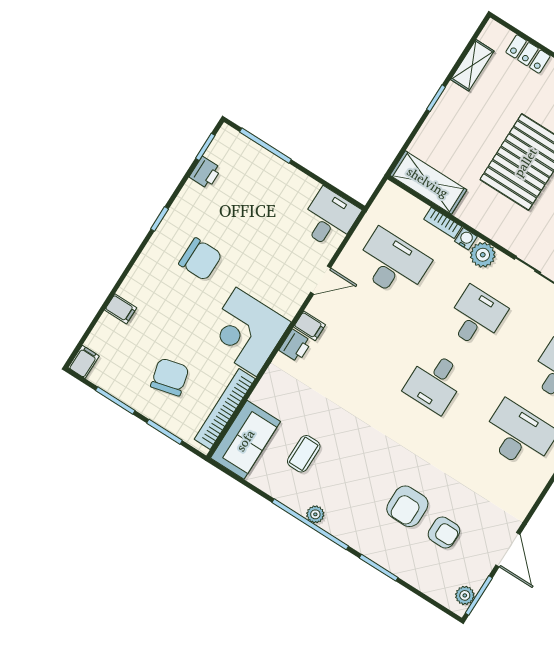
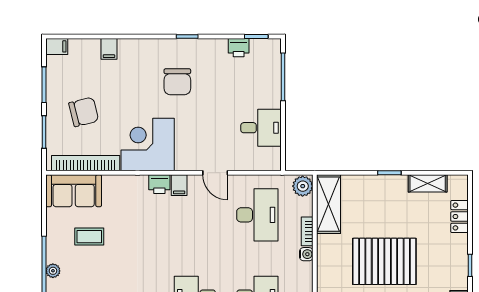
desk: (329, 219) -> (261, 128), moved
plant: (483, 255) -> (303, 186), moved

